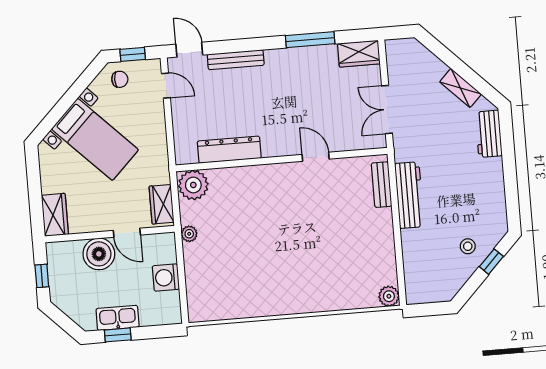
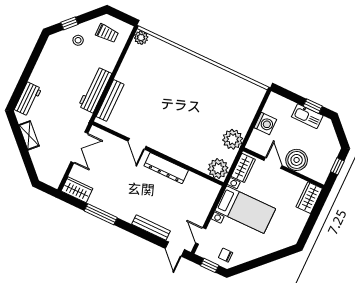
bed with nightstands: (95, 139) -> (245, 210), moved, turned 135
dresser: (229, 150) -> (166, 168), moved
bench: (382, 185) -> (110, 100), width x1.36
plant: (189, 234) -> (233, 139), width x1.88, depth x1.88
trolley: (436, 277) -> (107, 33), added

